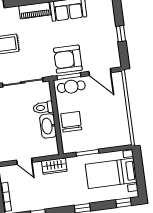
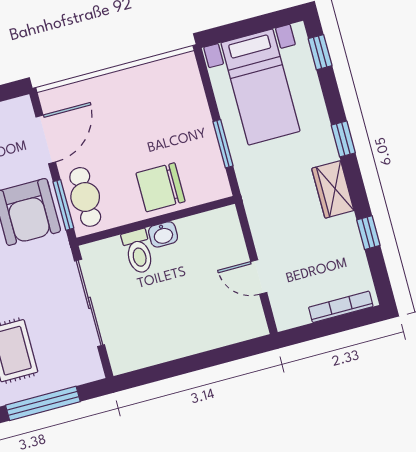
washbasin: (48, 126) -> (163, 234), width x0.52, depth x0.69
door: (24, 161) -> (259, 277), swing flipped
wardrobe: (54, 166) -> (333, 189), moved, turned 180

